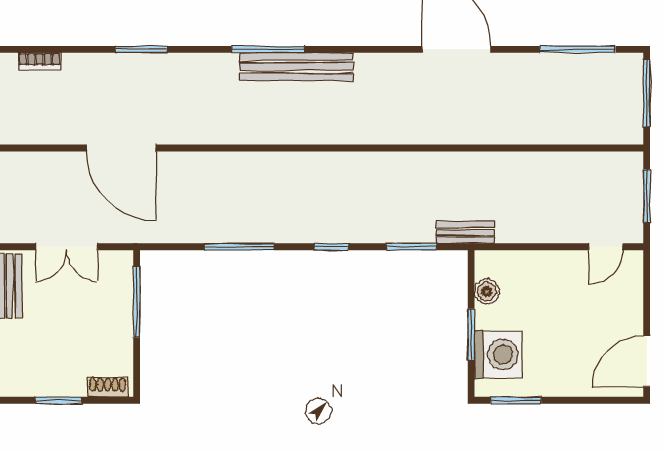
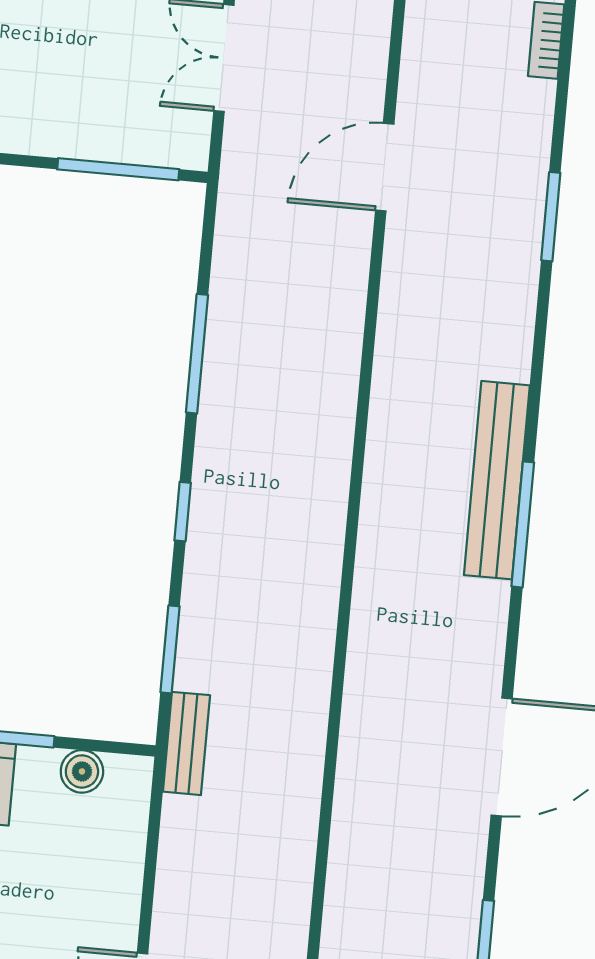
window: (268, 49) -> (523, 524), moved
door: (121, 148) -> (385, 167), width x0.73

